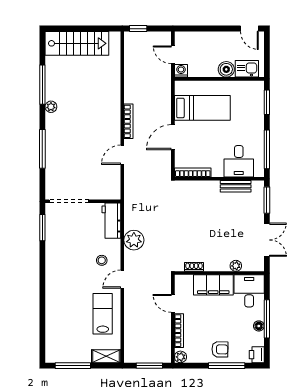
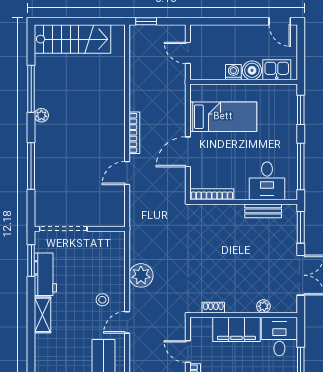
washing machine: (181, 71) -> (233, 72), moved
workbench: (111, 221) -> (45, 274), moved, turned 180
shelving: (52, 273) -> (43, 315), added

